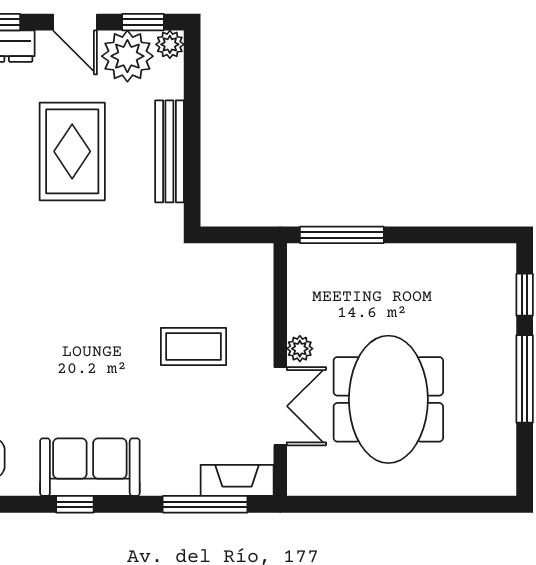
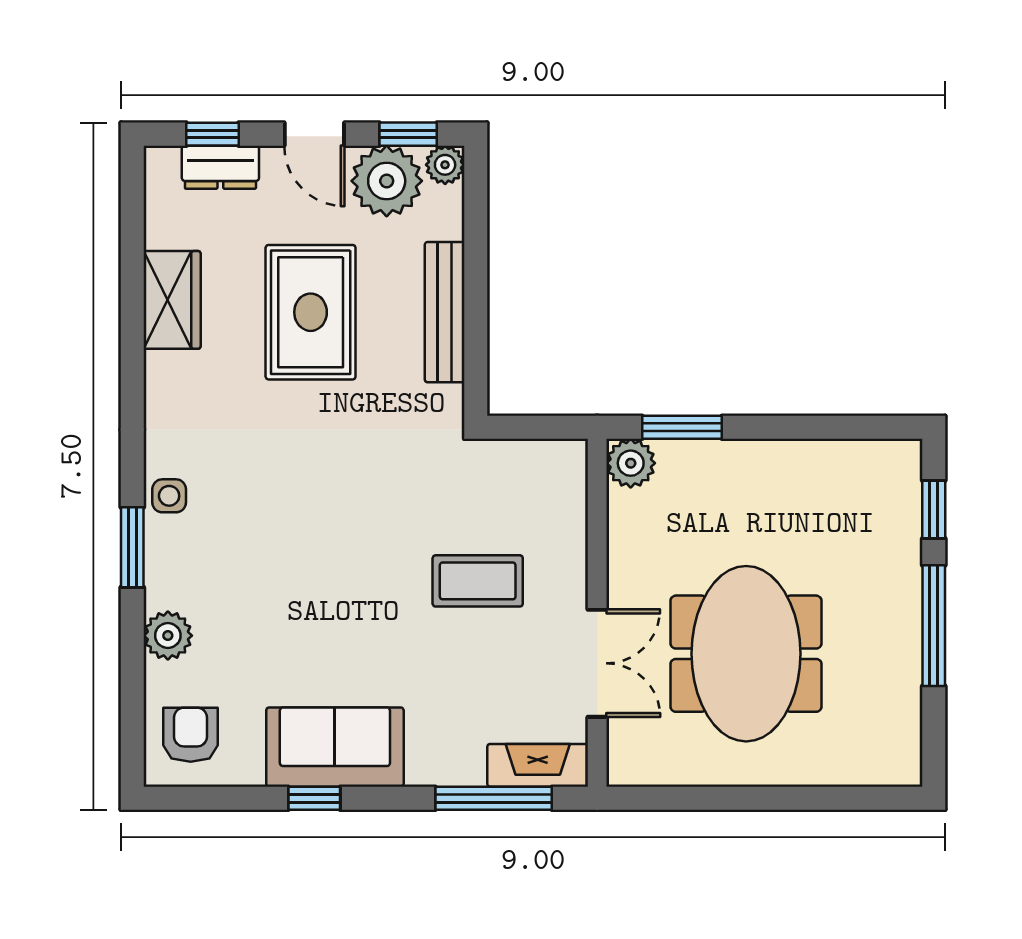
window: (342, 235) -> (682, 427), width x0.69
plant: (300, 349) -> (631, 463), moved, width x1.38, depth x1.38

